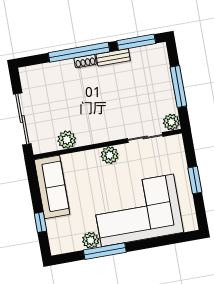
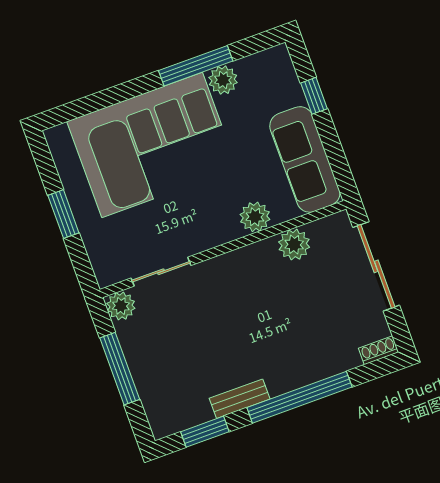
window: (136, 42) -> (205, 432), width x0.69
shoe rack: (85, 61) -> (379, 350), moved
plant: (110, 155) -> (255, 217), moved

